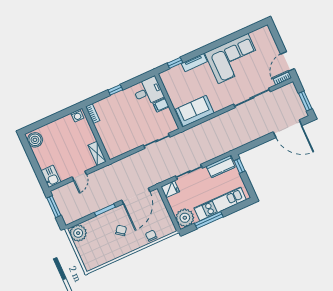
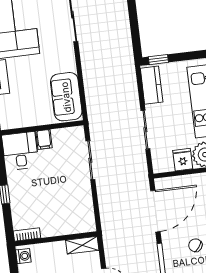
fridge: (170, 189) -> (183, 160), moved
door: (136, 196) -> (155, 211), hinge flipped

